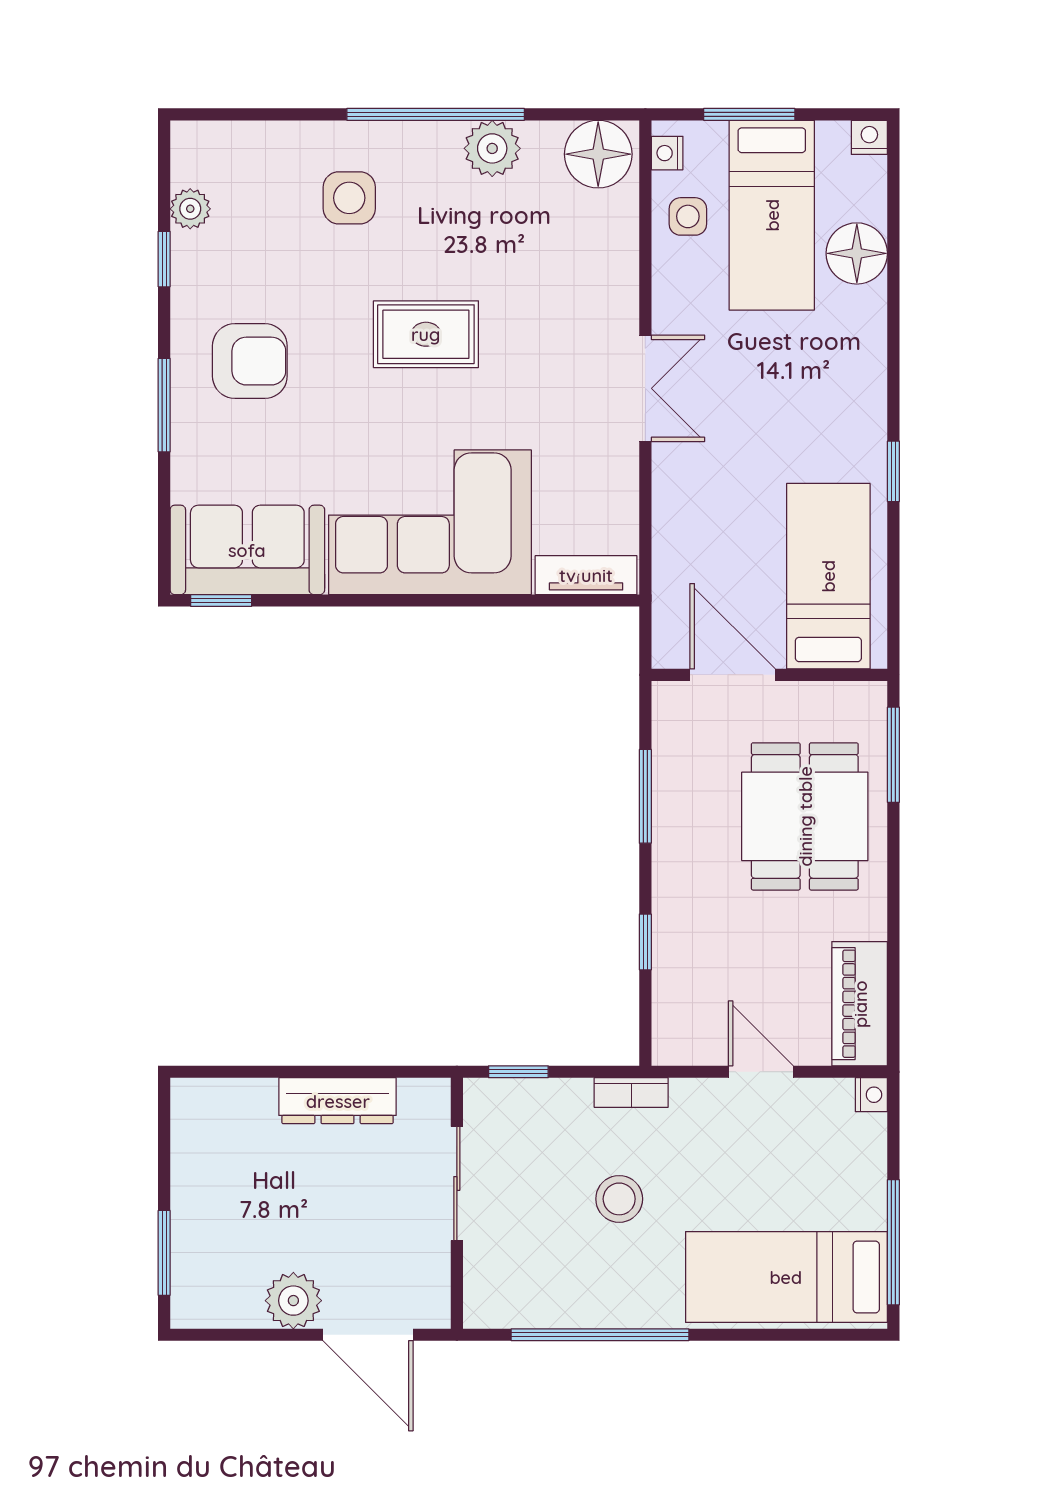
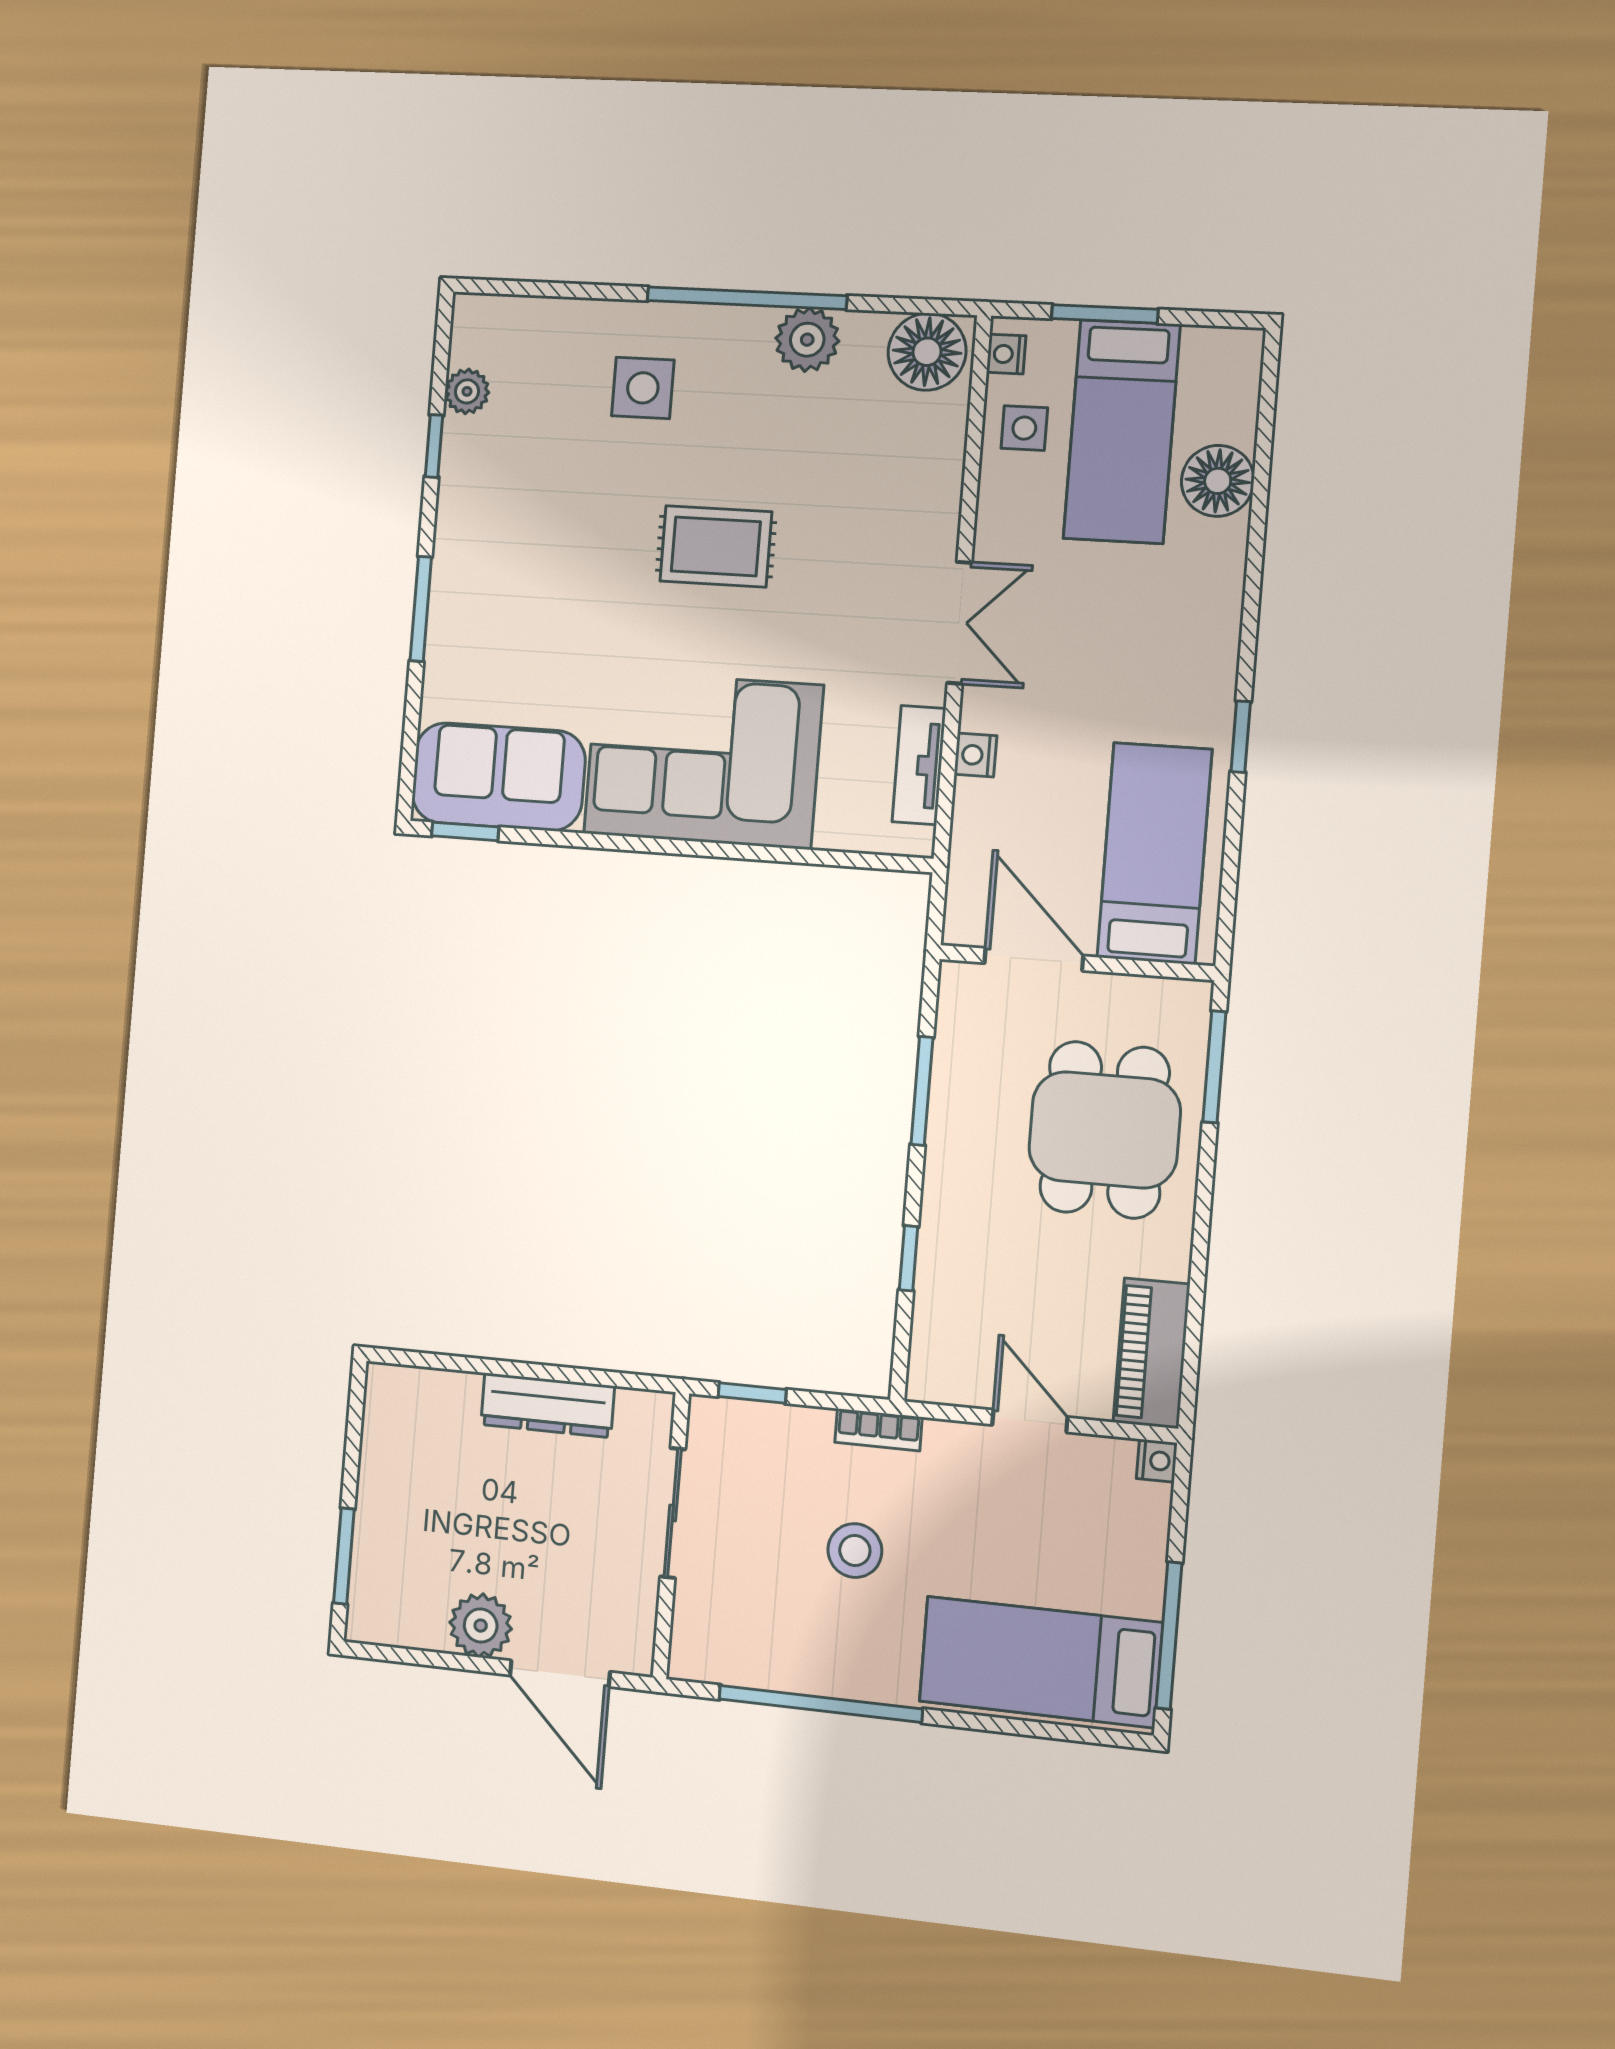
nightstand: (869, 137) -> (975, 755), moved, turned -90
armchair: (250, 361) -> (518, 565), removed
tv unit: (586, 575) -> (919, 765), moved, turned -90

